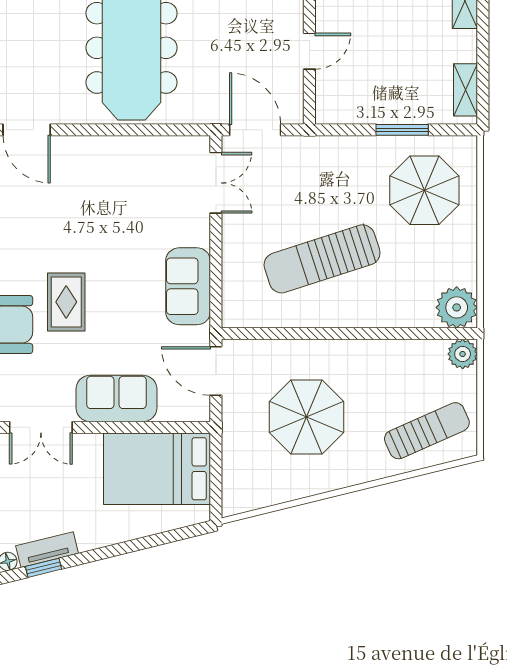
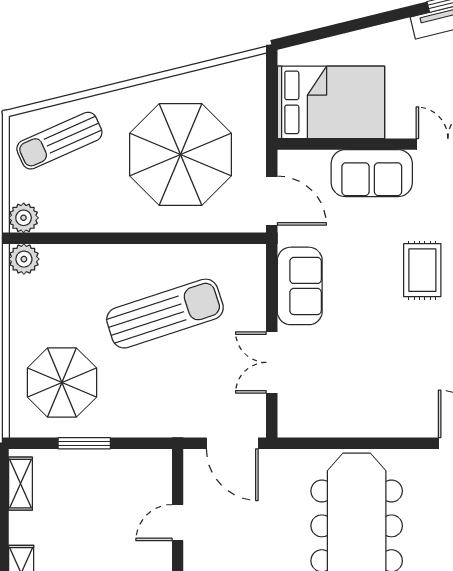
double door: (216, 183) -> (272, 362), moved
plant: (457, 307) -> (24, 259), width x0.73, depth x0.73
parasol: (306, 417) -> (181, 154), width x1.36, depth x1.36

